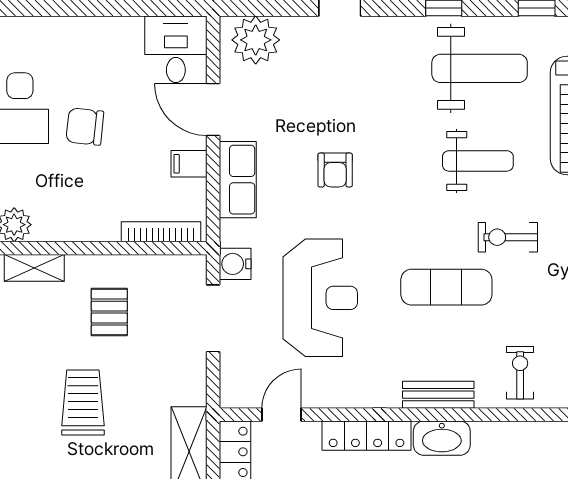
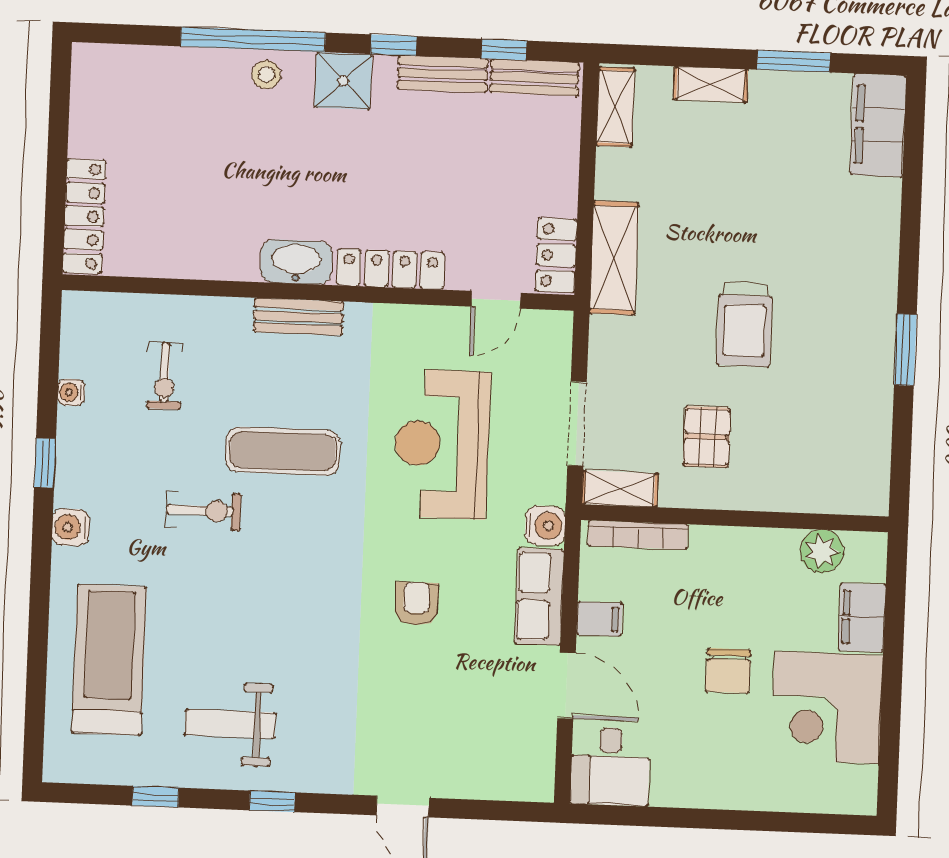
plant: (256, 40) -> (510, 771), removed
weight bench: (480, 68) -> (230, 724), width x0.73, depth x0.75
chair: (85, 127) -> (728, 671), turned 84
weight bench: (478, 161) -> (237, 608), removed
water cooler: (235, 264) -> (545, 526), moved
shelving: (34, 268) -> (620, 489), moved
exercise bike: (520, 373) -> (165, 376), moved

